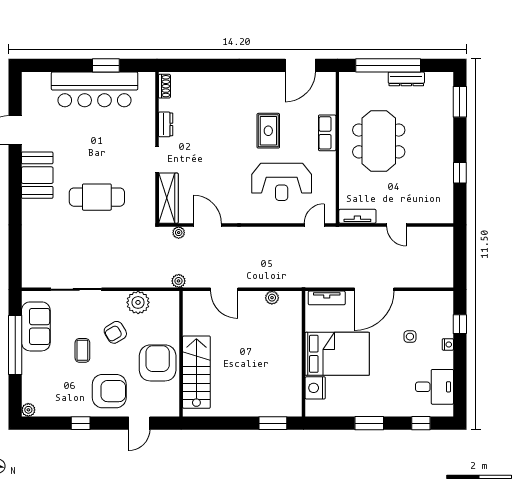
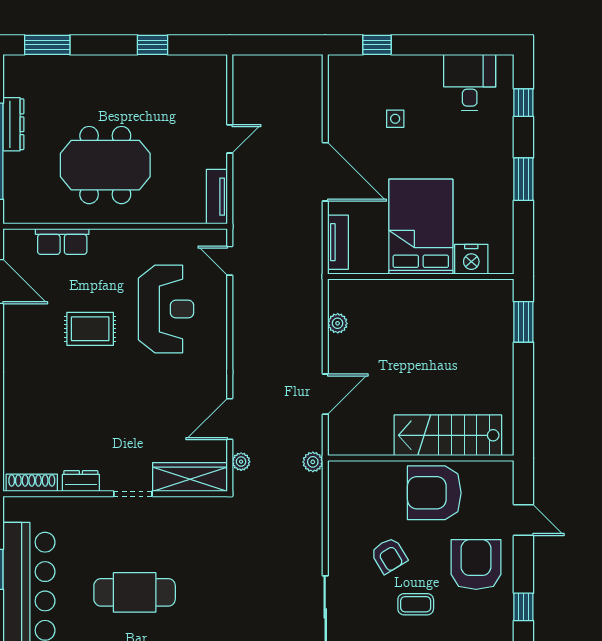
shoe rack: (164, 86) -> (32, 483), width x1.43
row of seats: (327, 133) -> (62, 242), moved
cafe table: (97, 197) -> (135, 592), moved, turned 90
plant: (138, 302) -> (345, 522), removed
nightstand: (448, 344) -> (407, 63), removed

